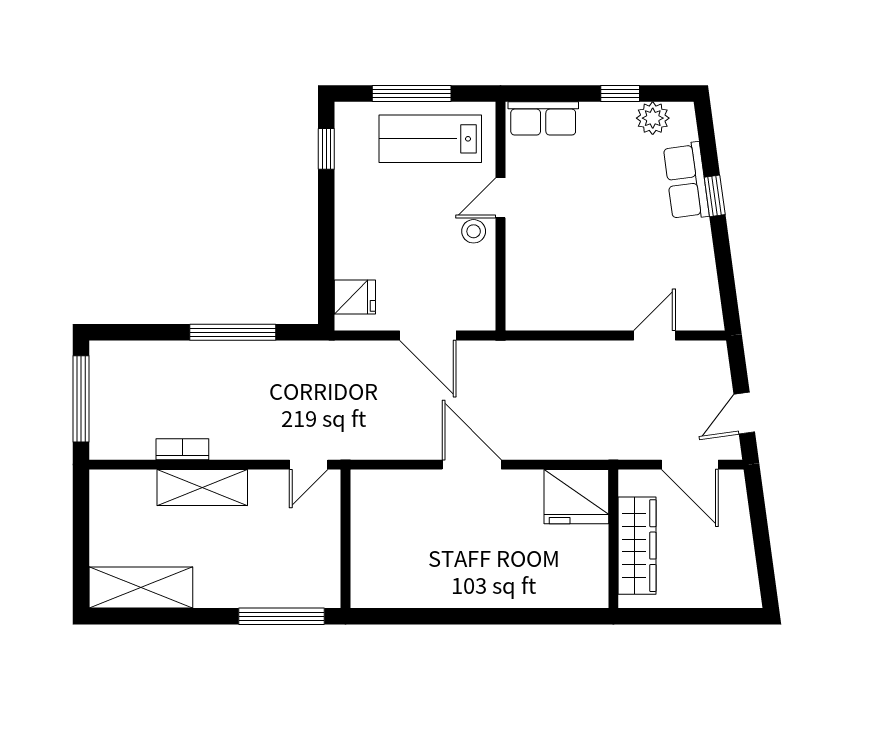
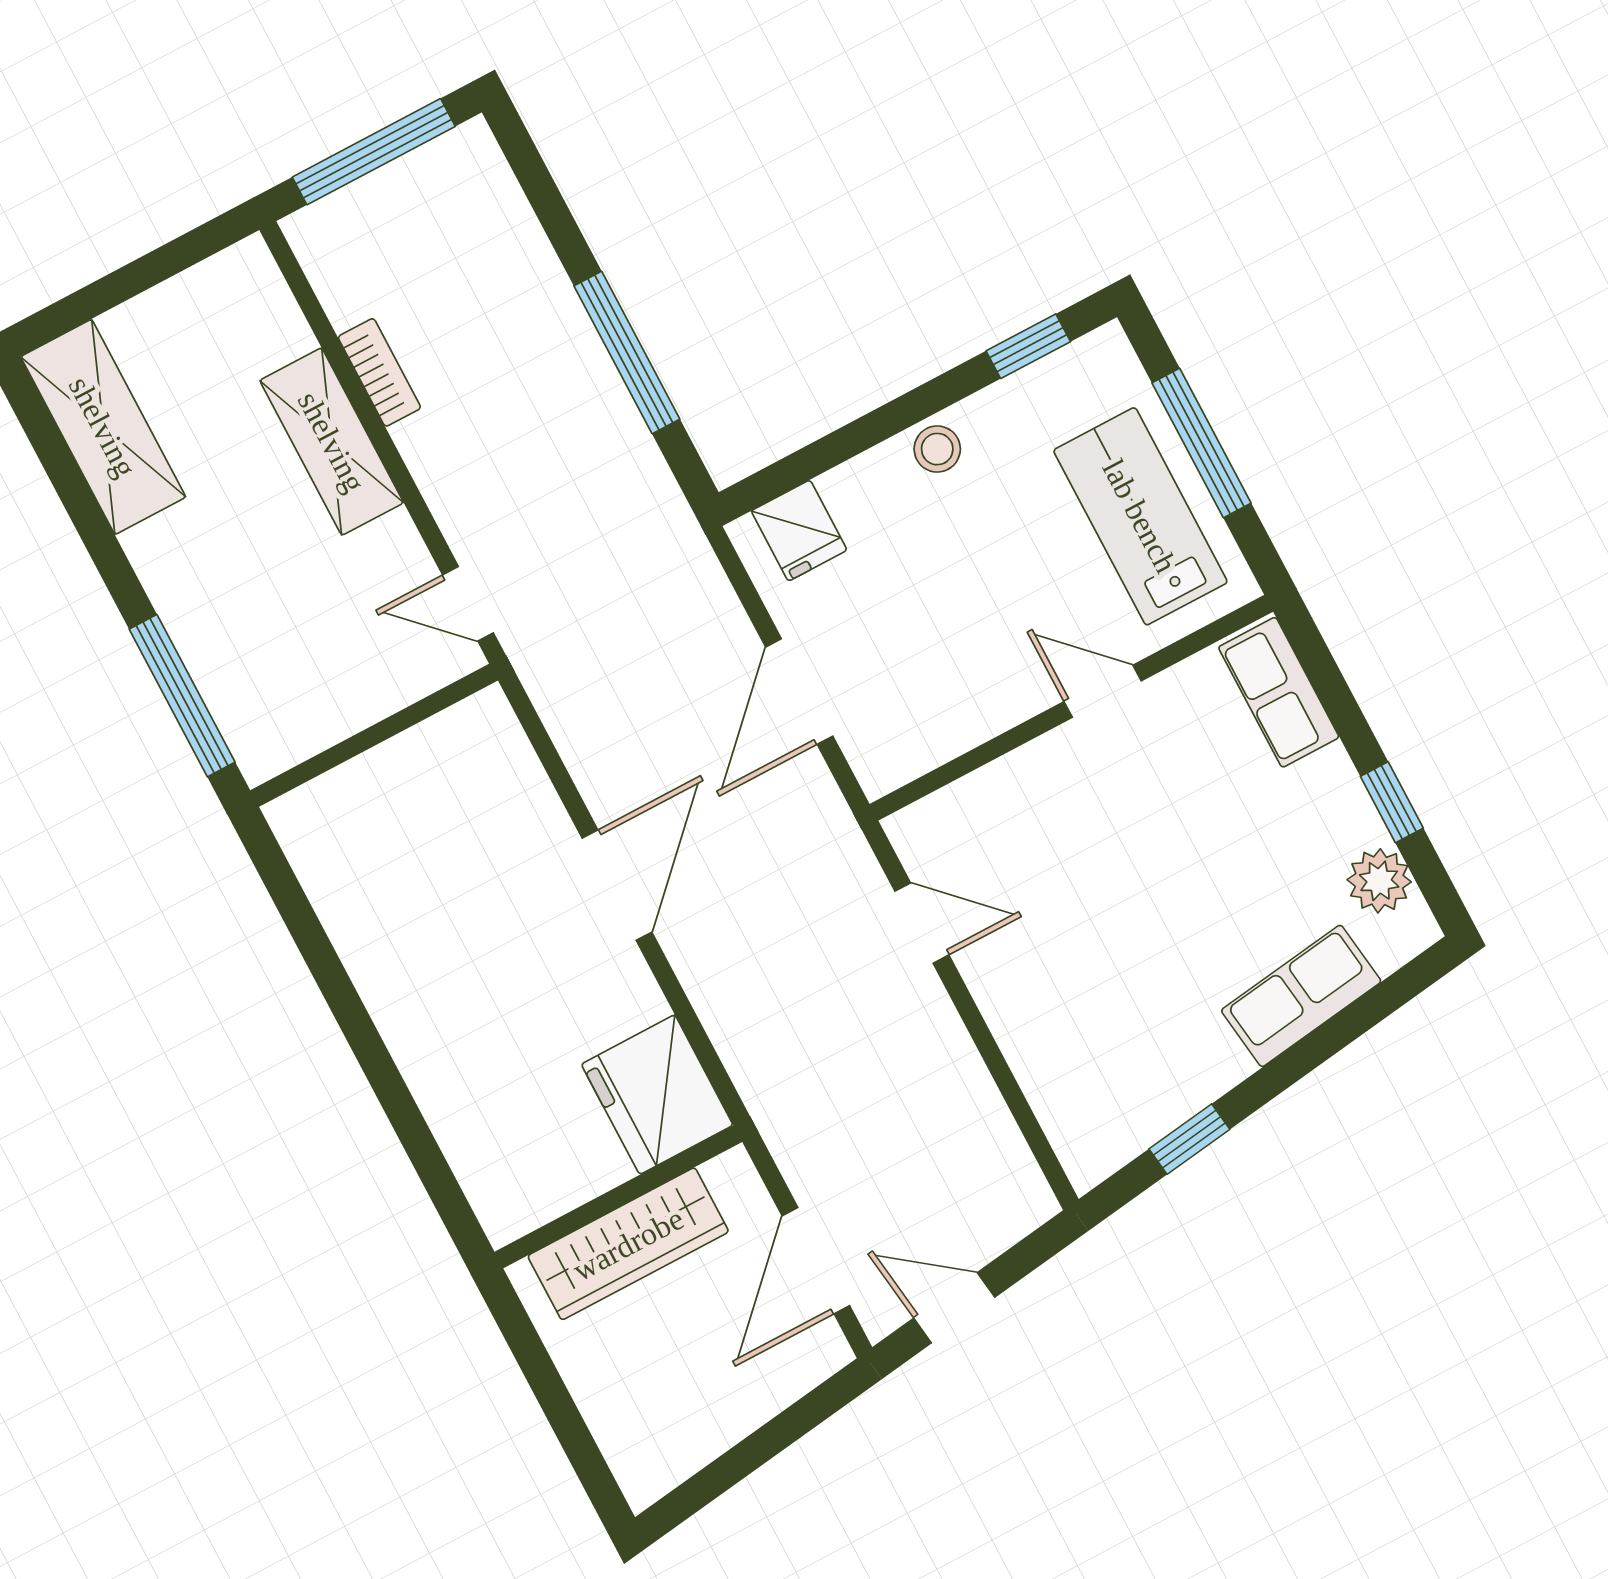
window: (715, 196) -> (1189, 1139), moved
stool: (474, 231) -> (937, 449), moved
door: (654, 336) -> (922, 923), moved

